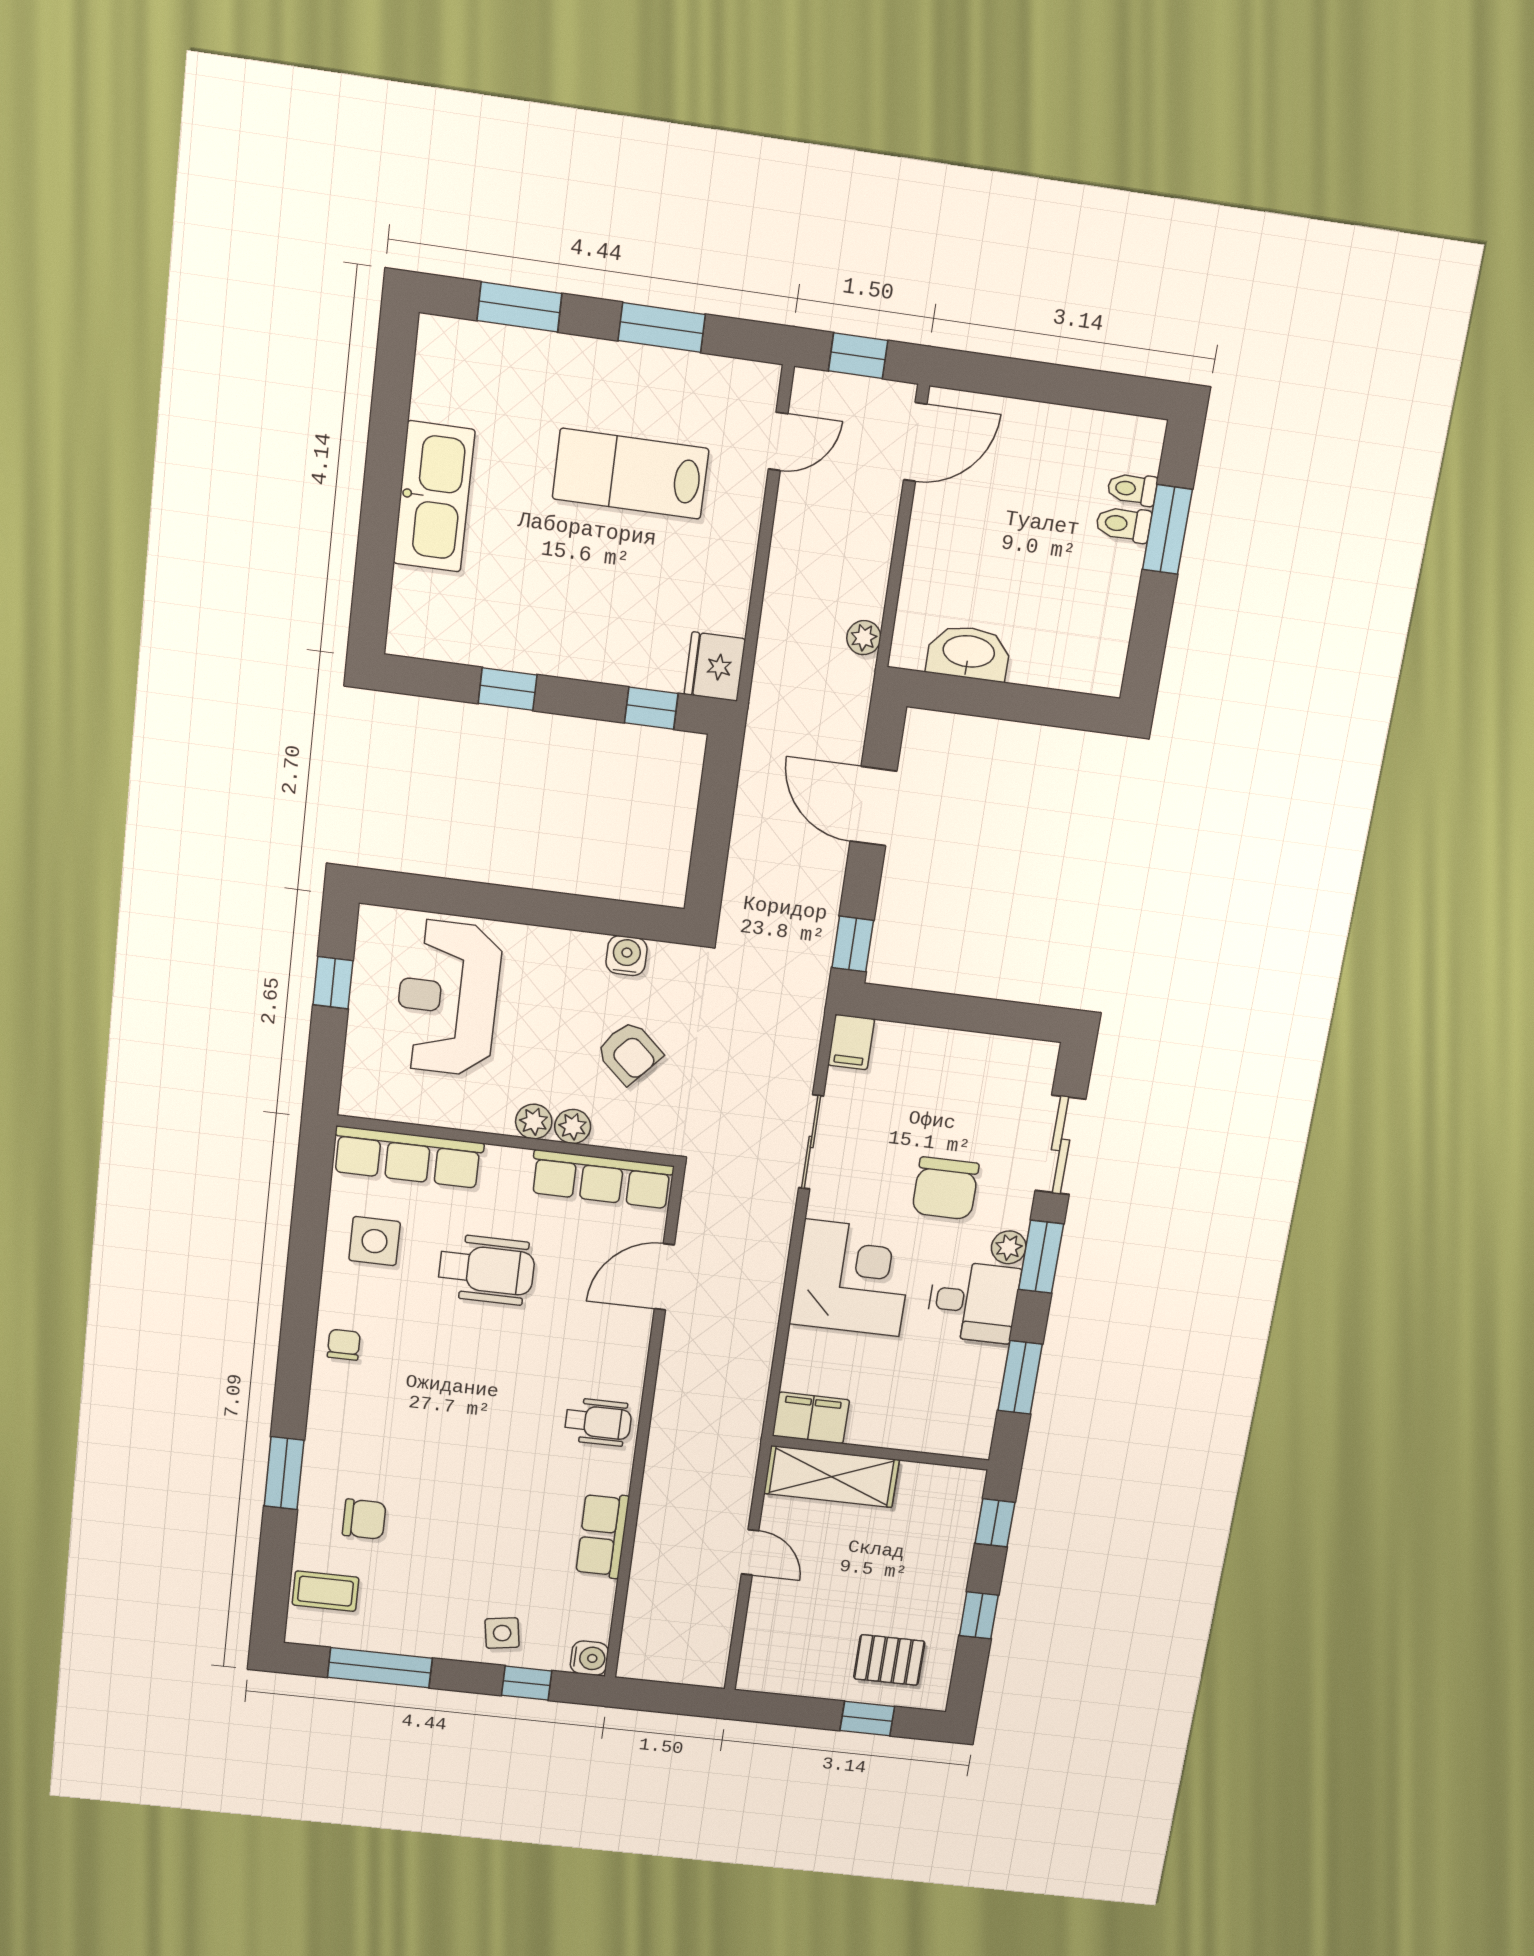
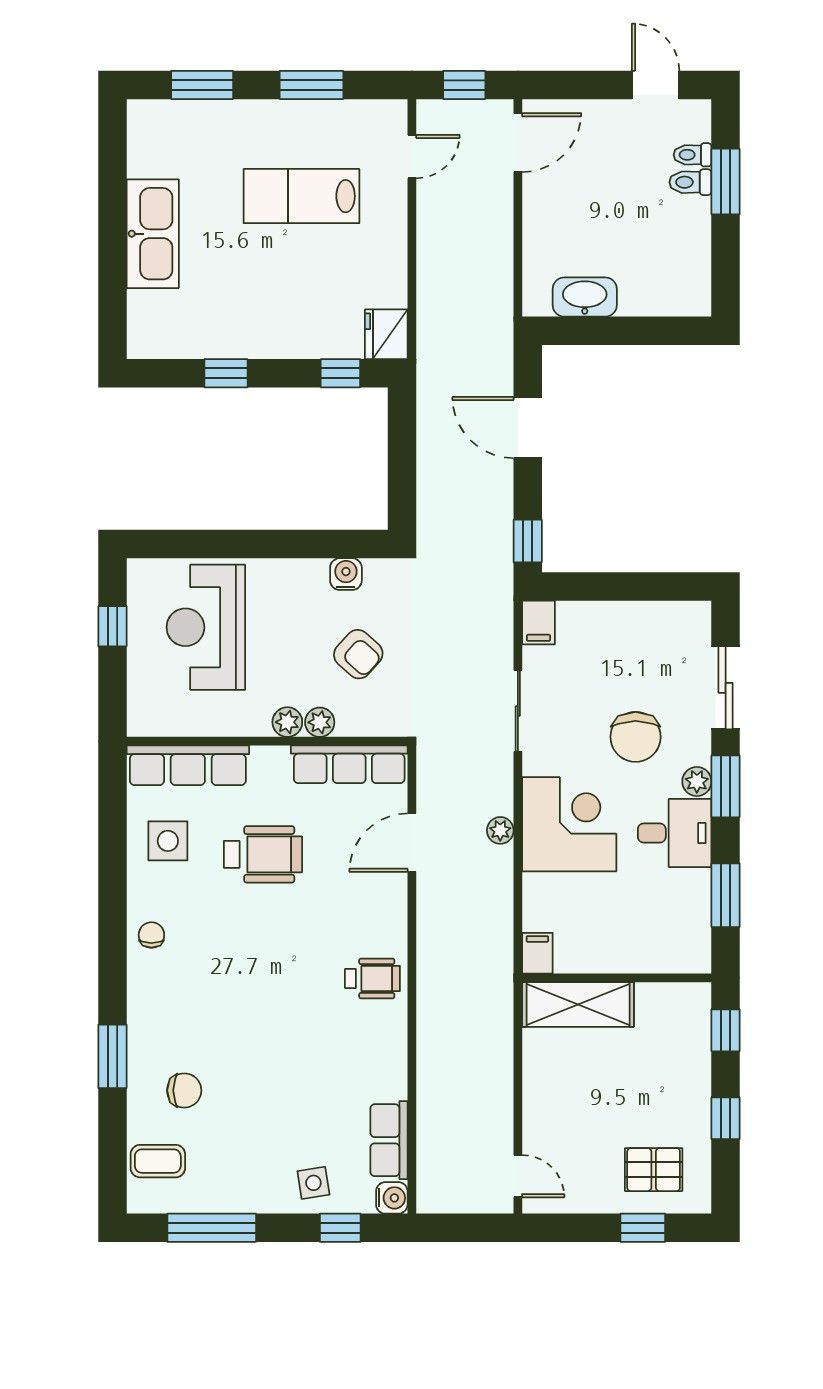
door: (1101, 391) -> (656, 85), added
plant: (864, 638) -> (500, 830), moved
filing cabinet: (811, 1418) -> (537, 953), width x0.50
row of seats: (602, 1535) -> (389, 1140), moved
door: (750, 1552) -> (518, 1176), moved

